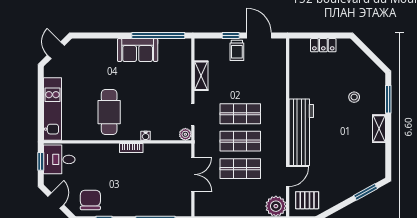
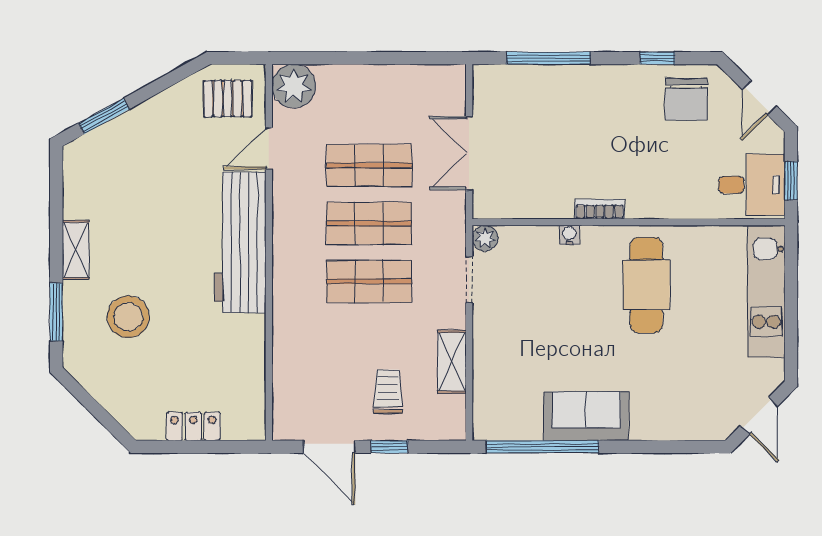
trolley: (237, 50) -> (388, 391), moved
stool: (354, 97) -> (128, 317), width x1.89, depth x1.89

